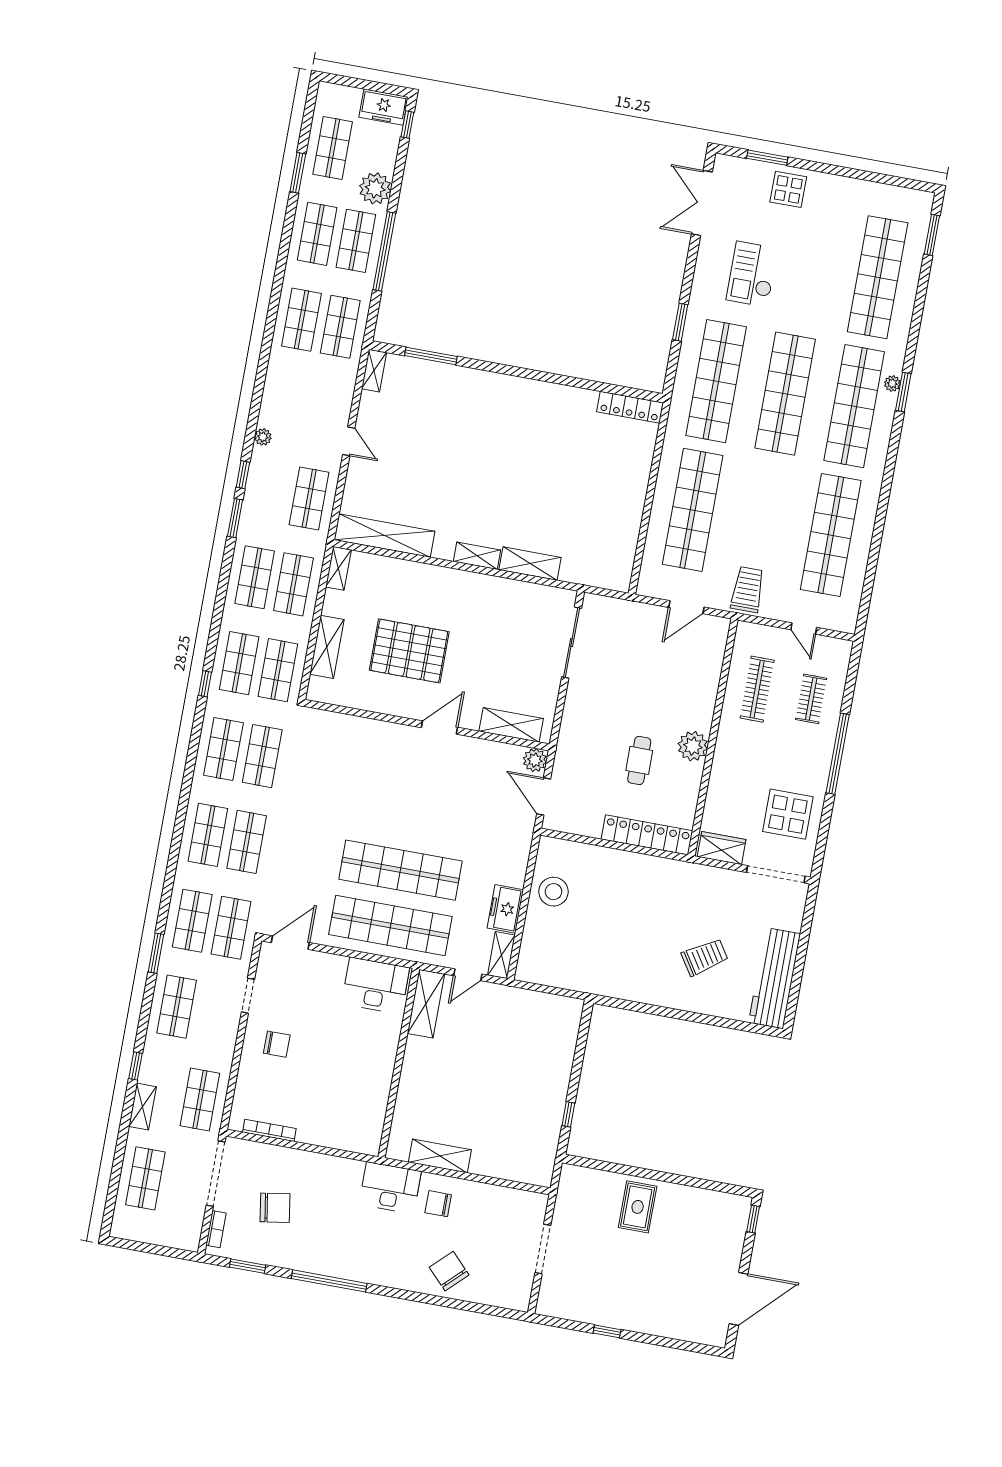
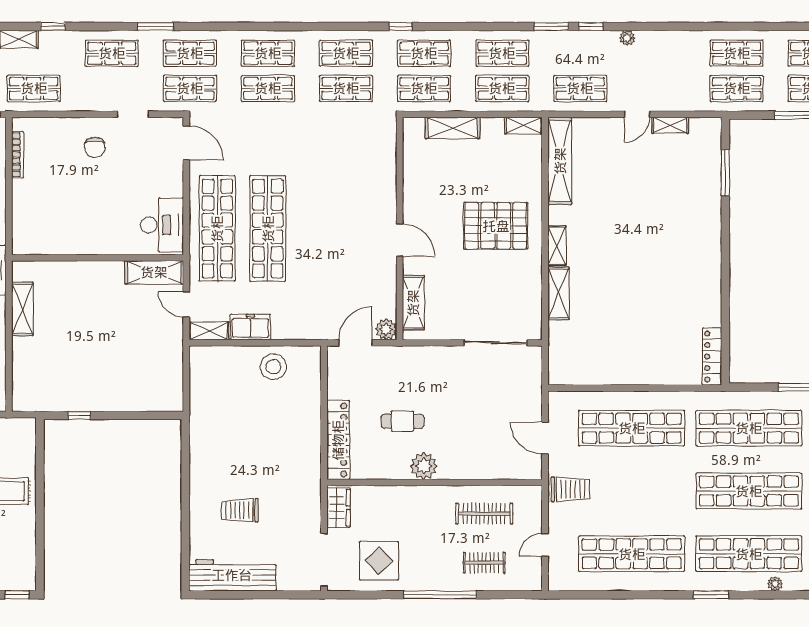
shelving: (374, 371) -> (670, 125), moved
window: (903, 392) -> (711, 595), moved
pallet: (409, 651) -> (496, 226), moved, turned 90
trolley: (705, 957) -> (240, 510), turned 123

